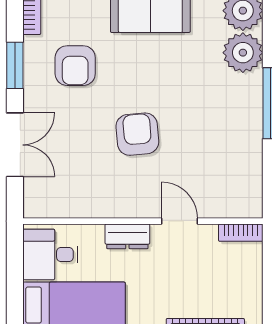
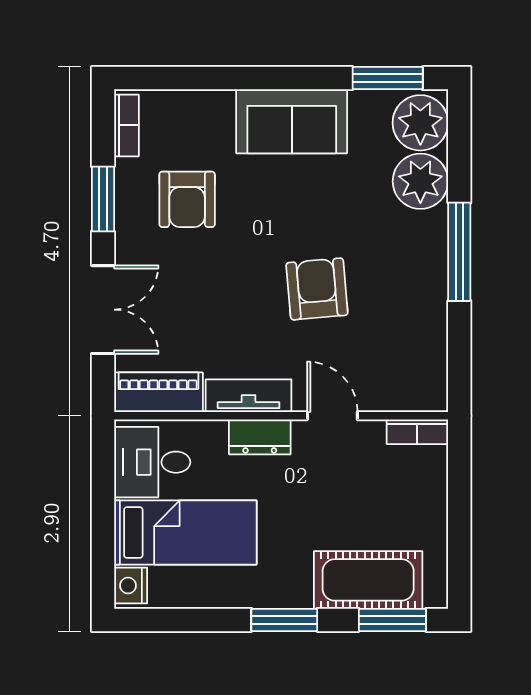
armchair: (137, 134) -> (317, 289), moved
piano: (55, 204) -> (158, 392), added
tv unit: (119, 207) -> (249, 396), added

